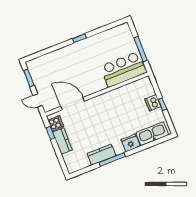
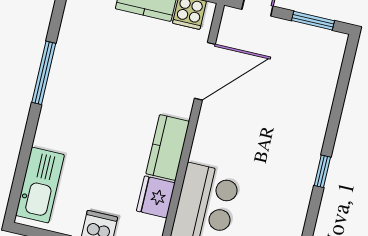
fridge: (131, 143) -> (156, 197), moved, turned 180
kitchen counter: (101, 155) -> (168, 148), moved, turned 180

